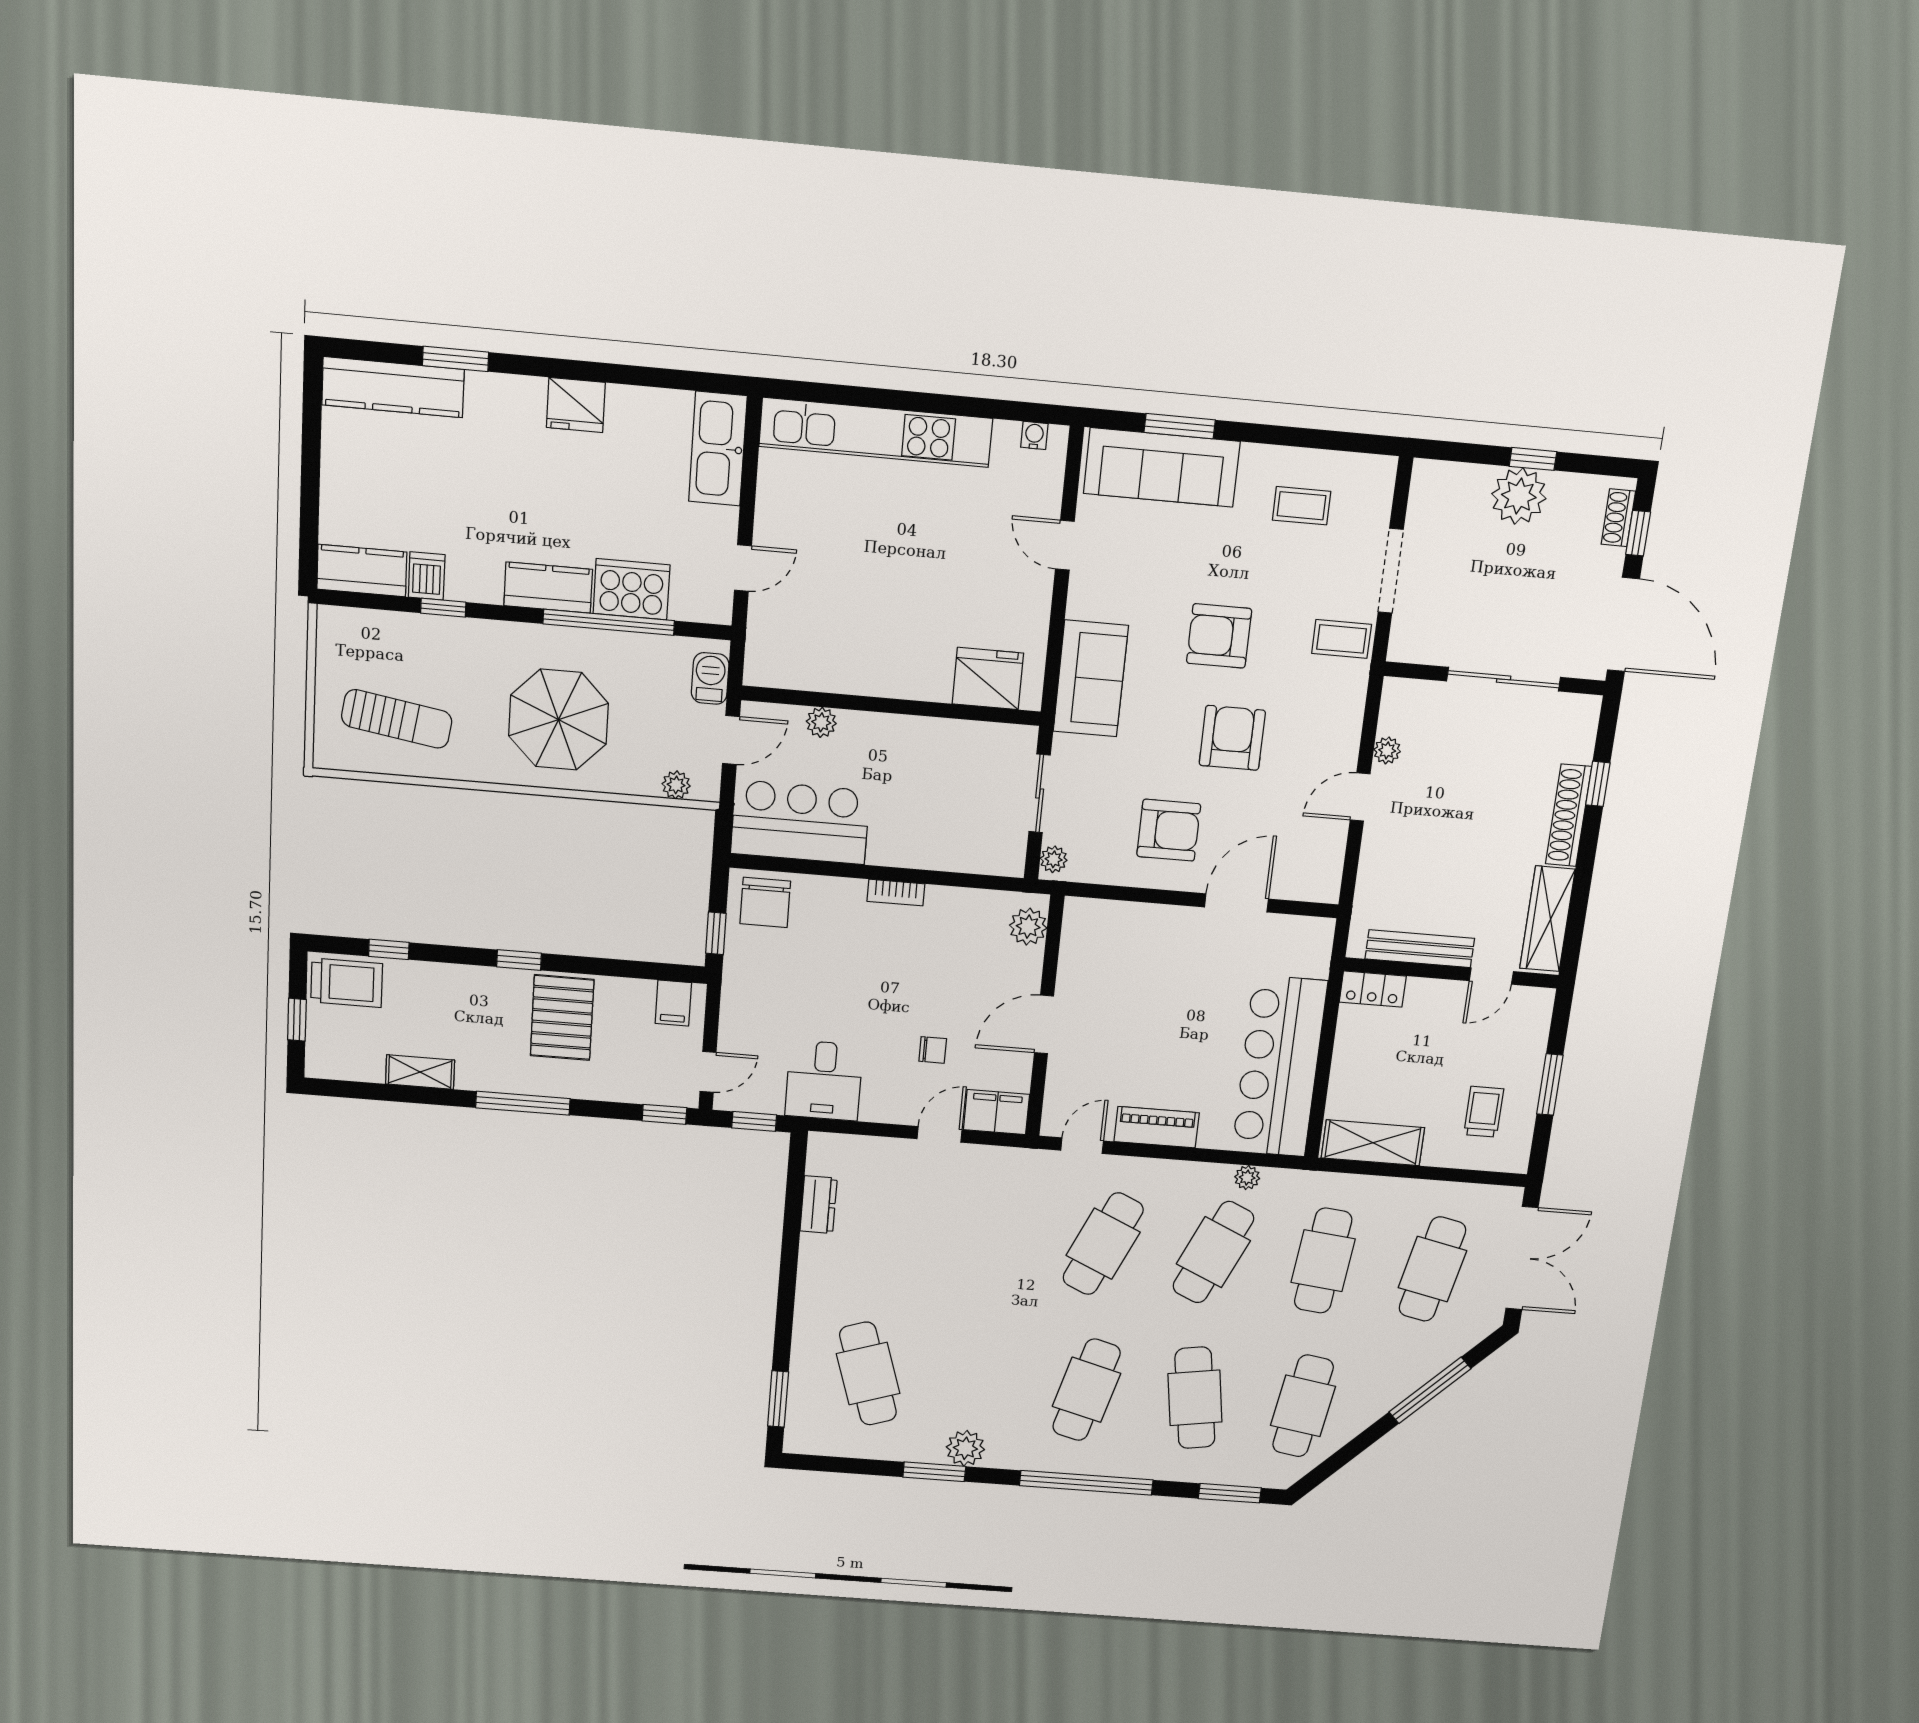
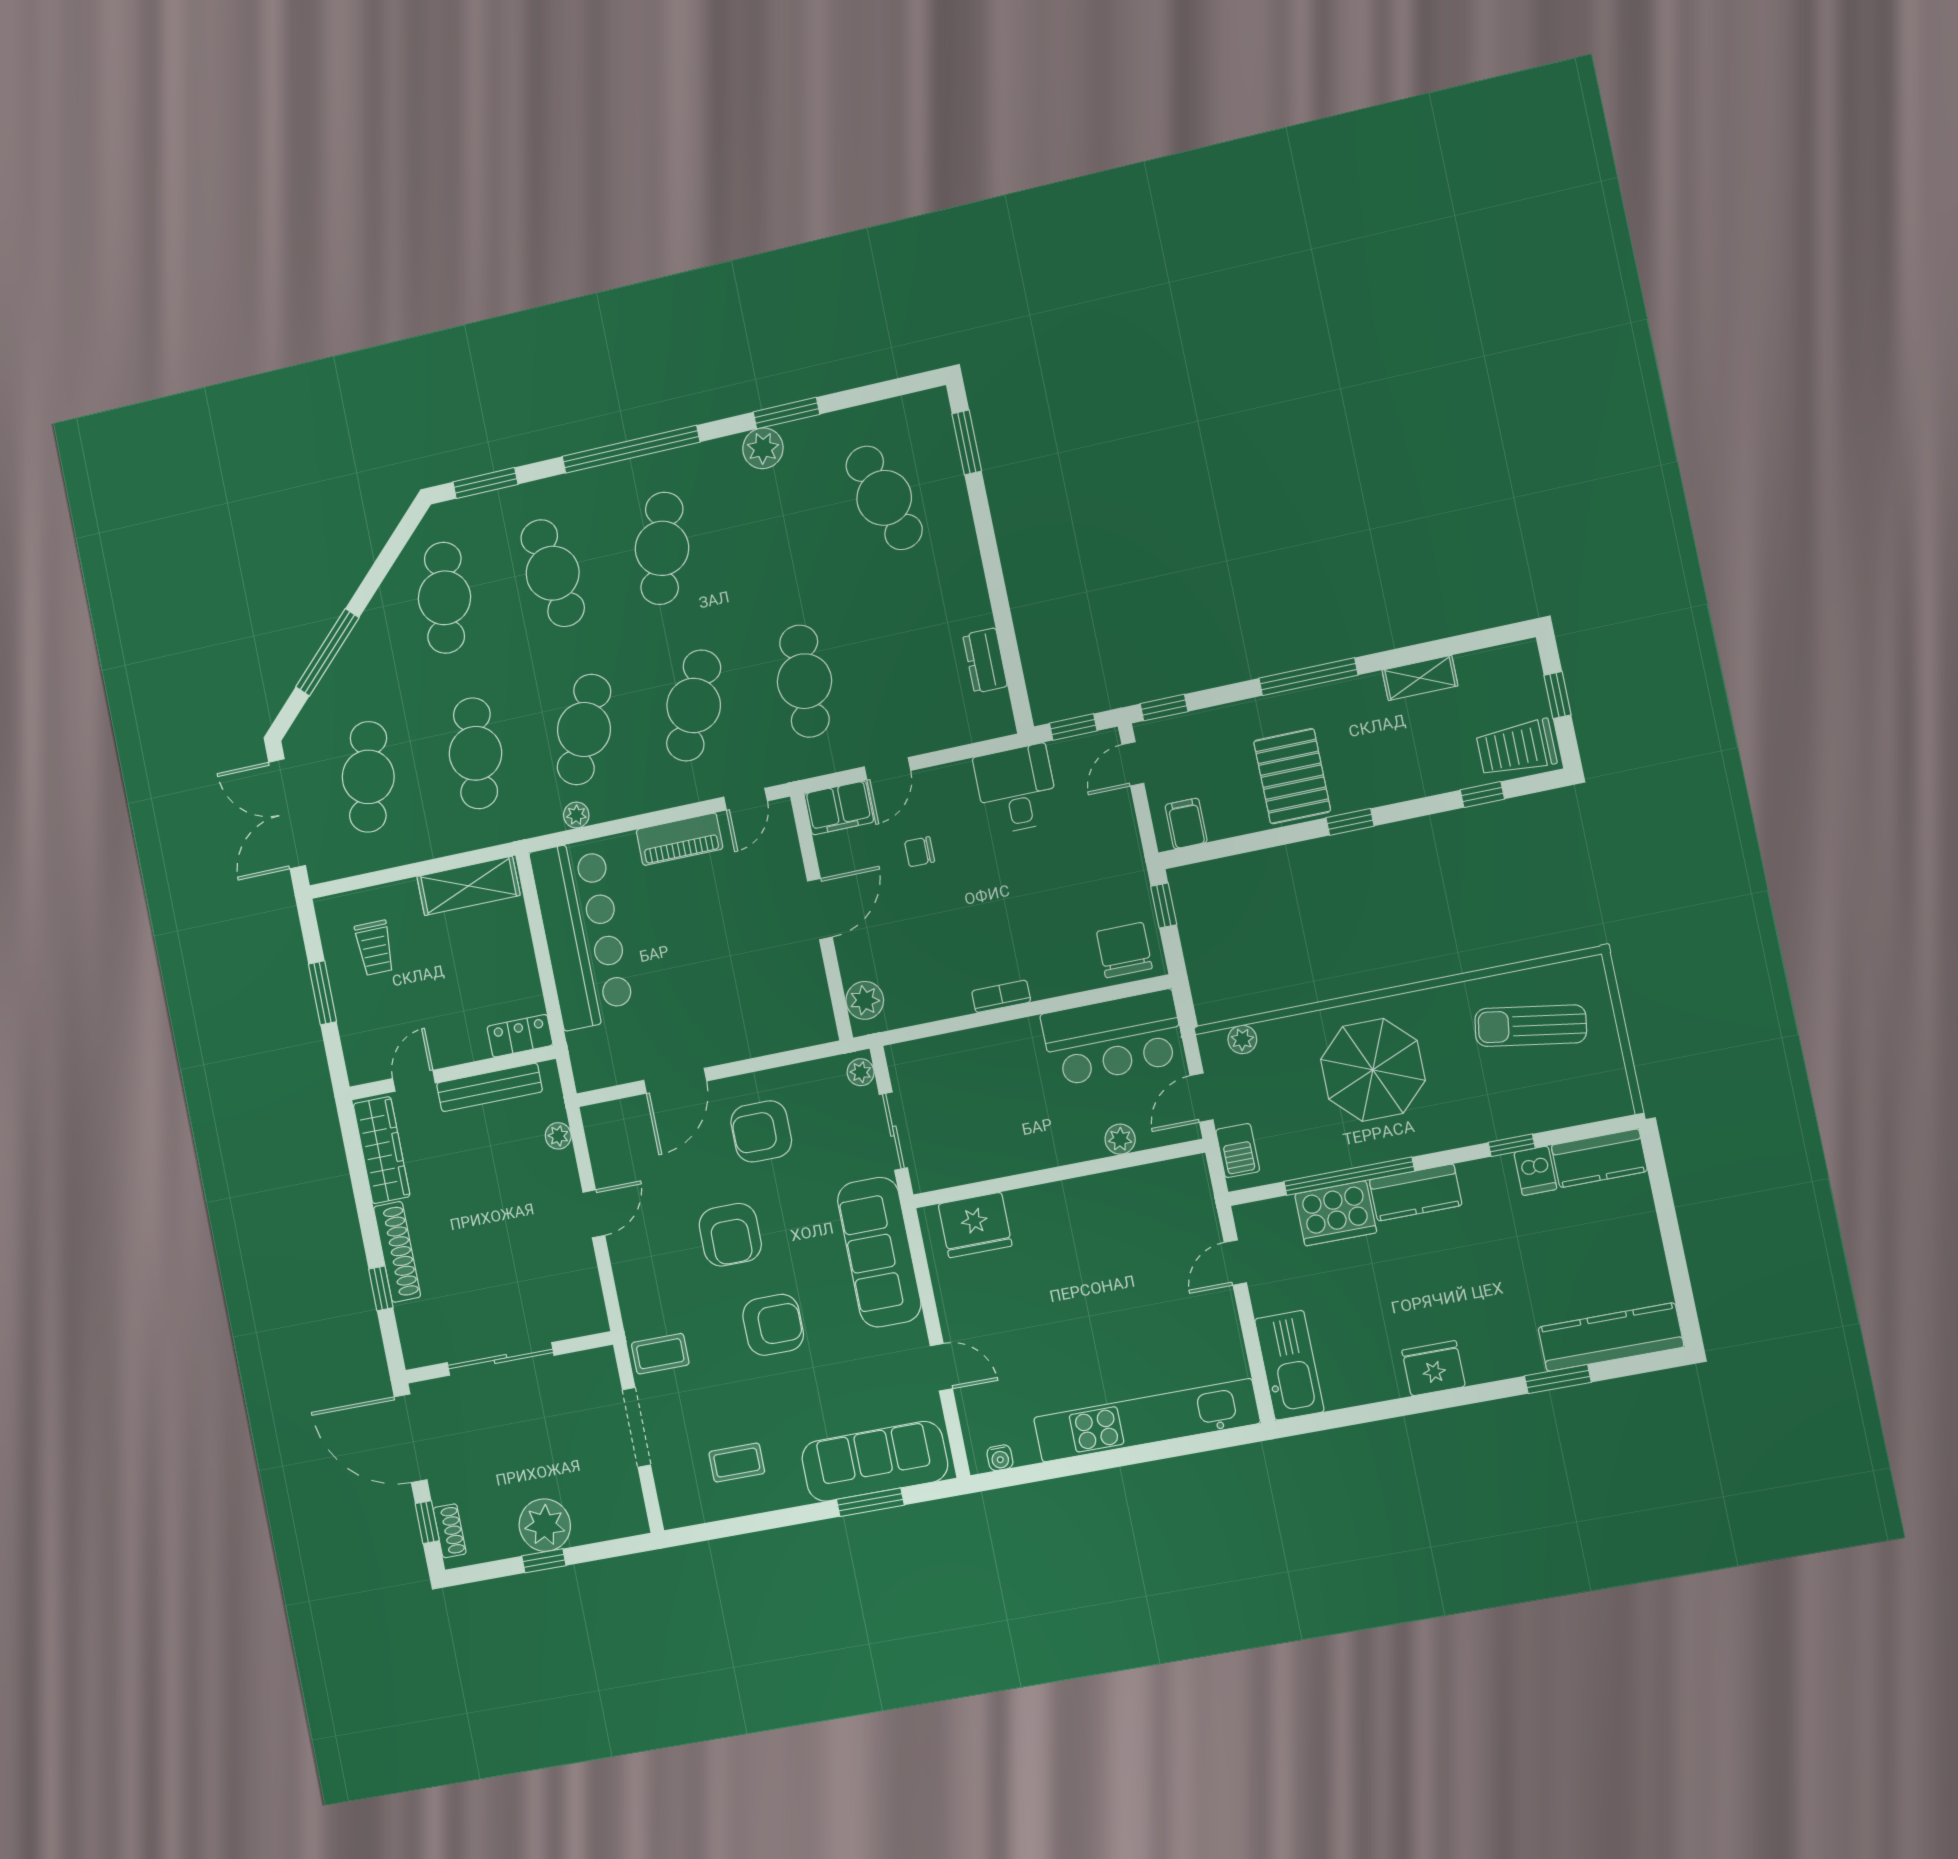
sofa: (1091, 679) -> (879, 1252), width x1.36
plant: (1387, 750) -> (558, 1136), moved
cafe table: (992, 1235) -> (804, 681), added

